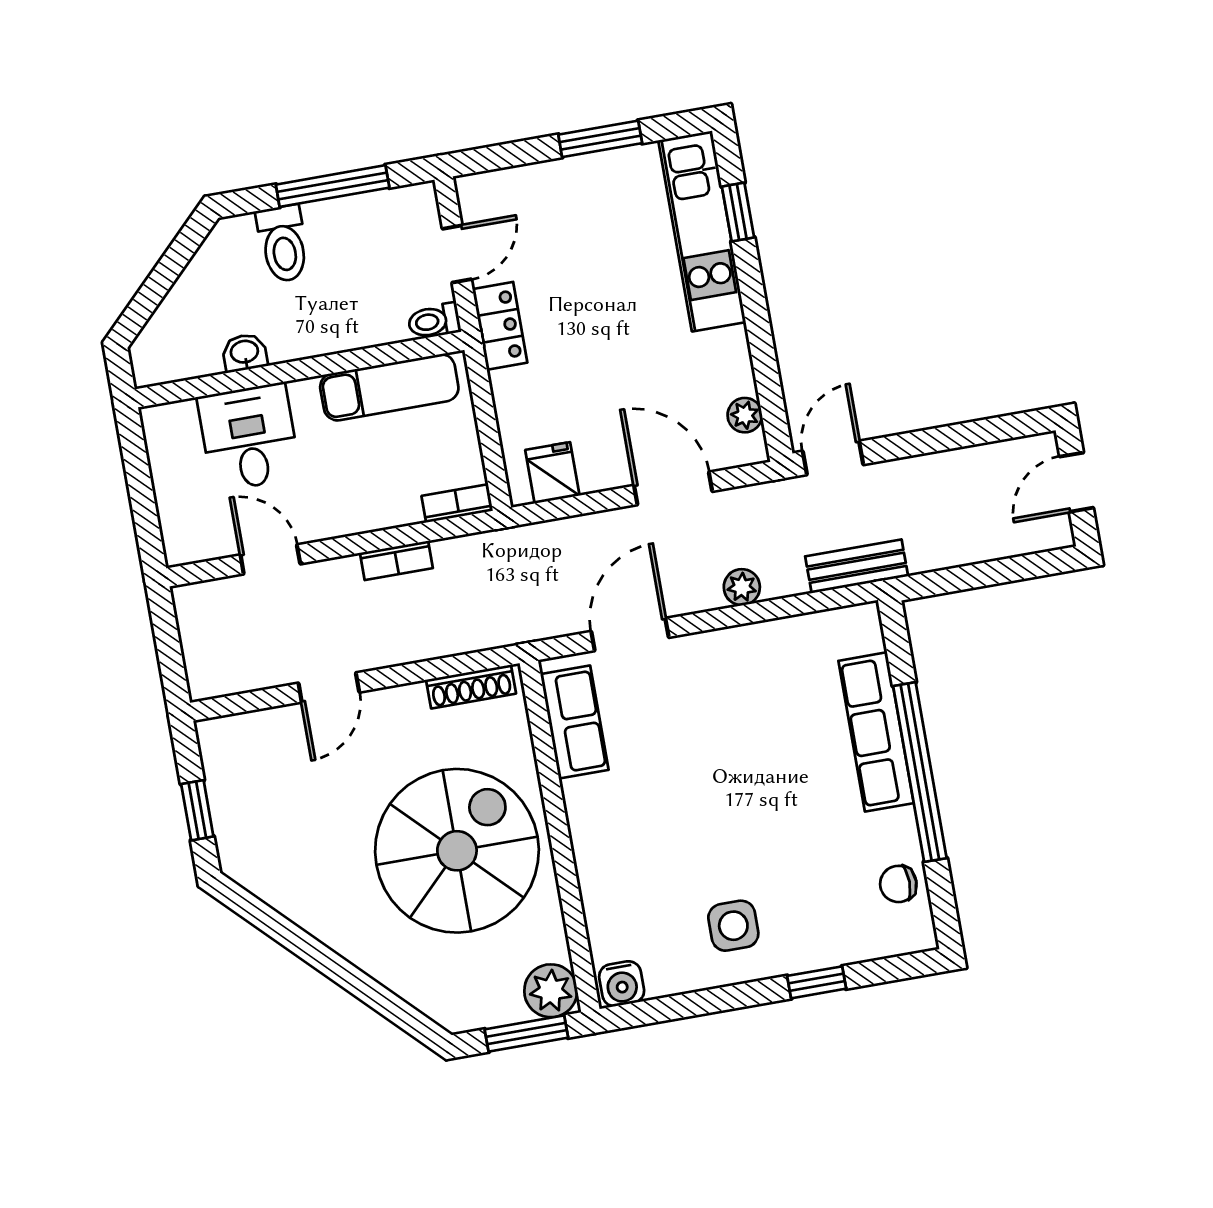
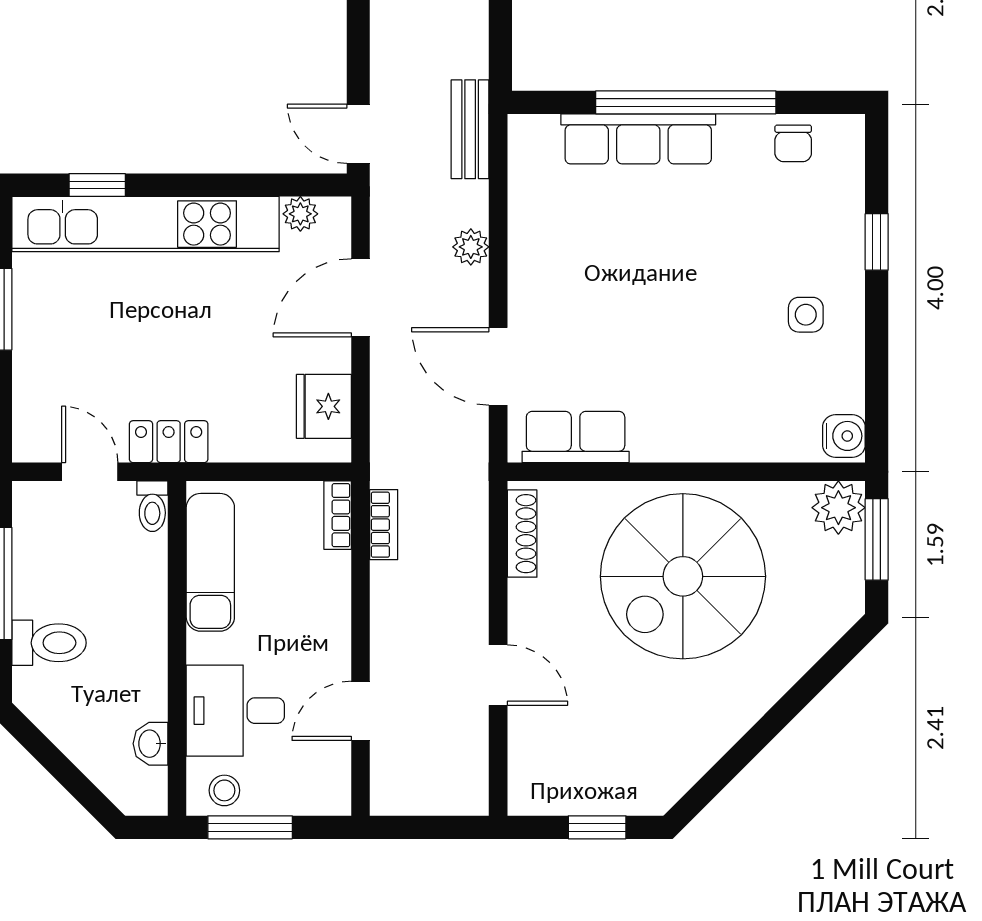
kitchen unit: (702, 231) -> (146, 224), width x1.36
washbasin: (245, 353) -> (151, 744), moved
stool: (169, 440) -> (224, 790), added
window: (138, 472) -> (250, 827), added
fridge: (552, 473) -> (324, 406), width x1.38
bookcase: (396, 560) -> (384, 525), moved
spiral stairs: (457, 851) -> (683, 576), turned -90
side table: (733, 926) -> (806, 315), width x0.73, depth x0.73

